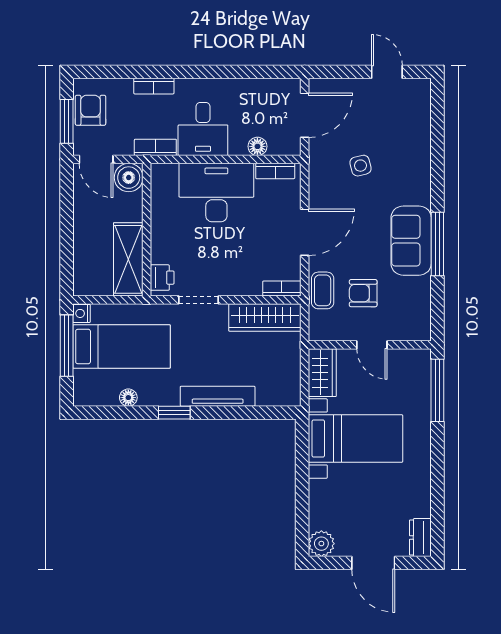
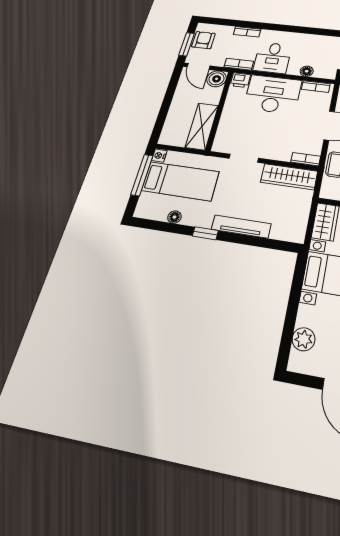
printer: (162, 278) -> (240, 80), moved, turned 90
plant: (321, 544) -> (304, 339), moved

